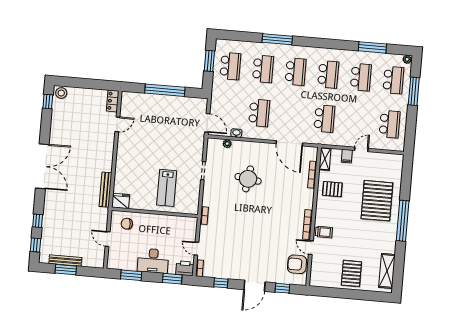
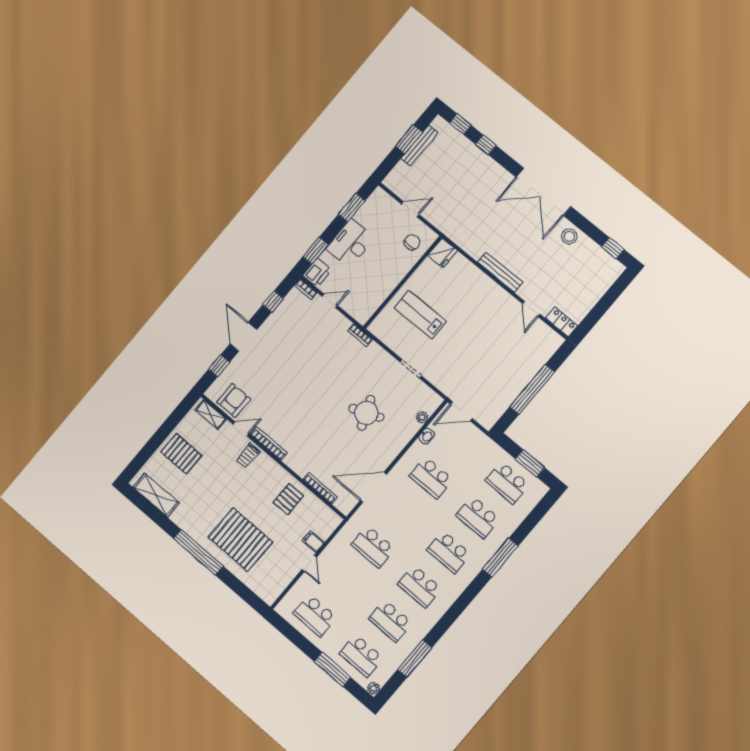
stool: (61, 93) -> (569, 236), moved
shelving: (325, 159) -> (211, 414), moved
round table: (248, 179) -> (366, 413), turned -30
bench: (106, 190) -> (500, 272), moved

